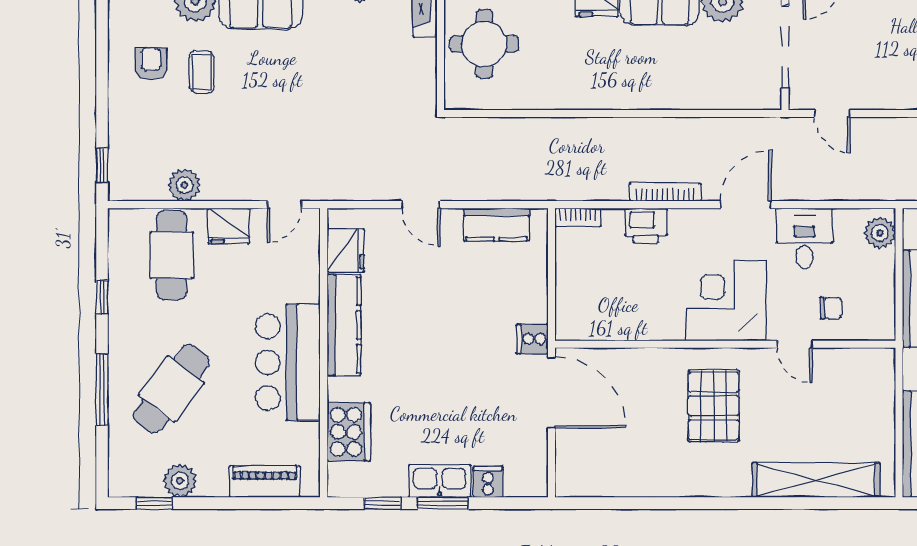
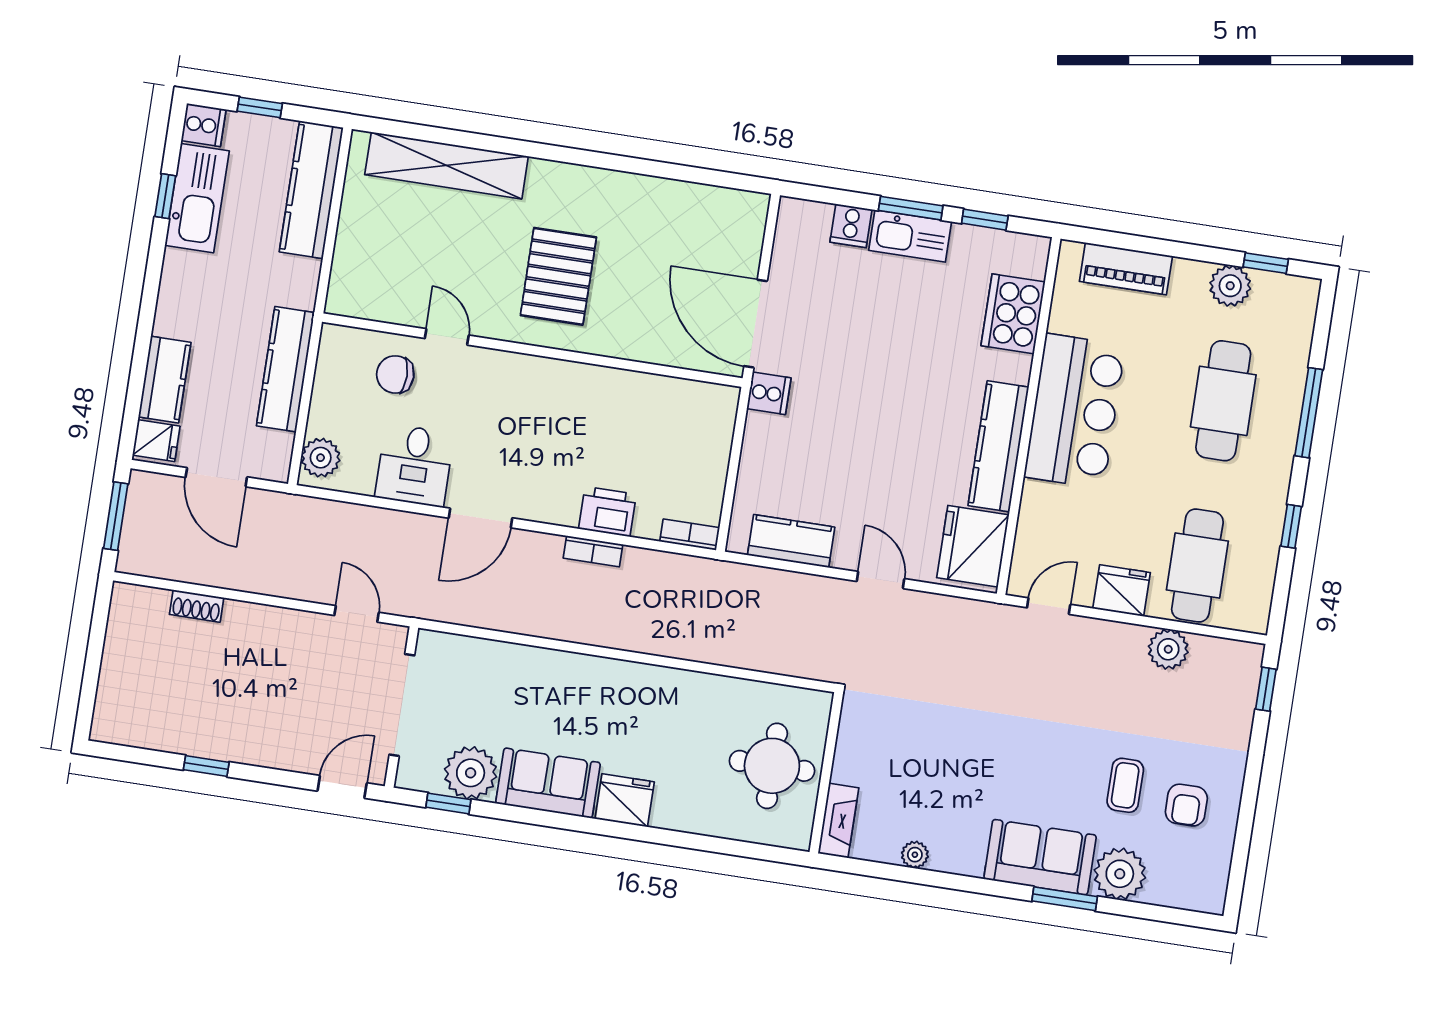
bookcase: (665, 192) -> (593, 551), width x0.64
fridge: (346, 251) -> (973, 546), width x1.36, depth x1.34
corner desk: (726, 301) -> (523, 404), removed
chair: (831, 308) -> (395, 374), width x1.37, depth x1.37
cafe table: (171, 389) -> (1223, 401), turned -37

